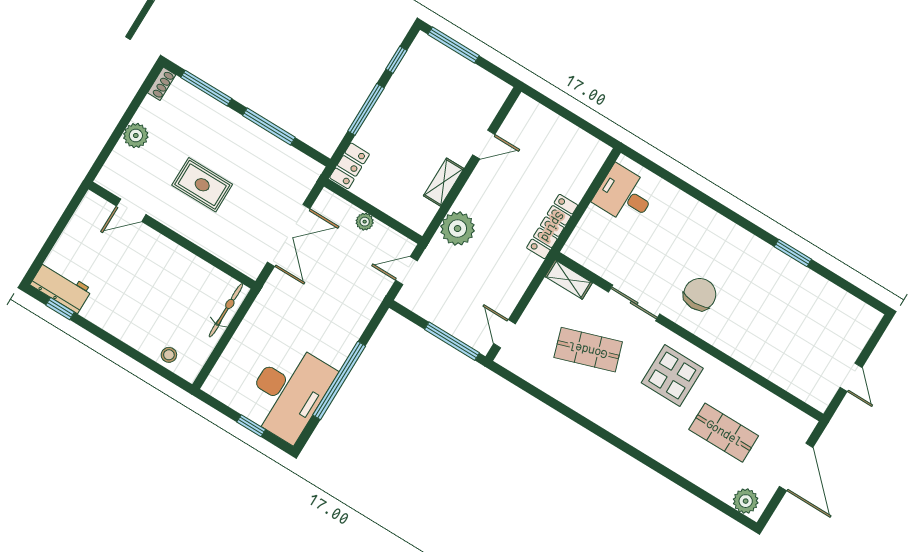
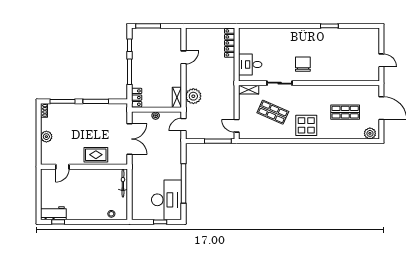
shelving: (444, 182) -> (177, 97), moved
rug: (202, 185) -> (96, 155), moved
desk: (625, 195) -> (250, 64), moved
locker: (552, 227) -> (230, 43), moved
shop shelf: (588, 350) -> (273, 112), turned 42
display table: (672, 375) -> (306, 125), moved

